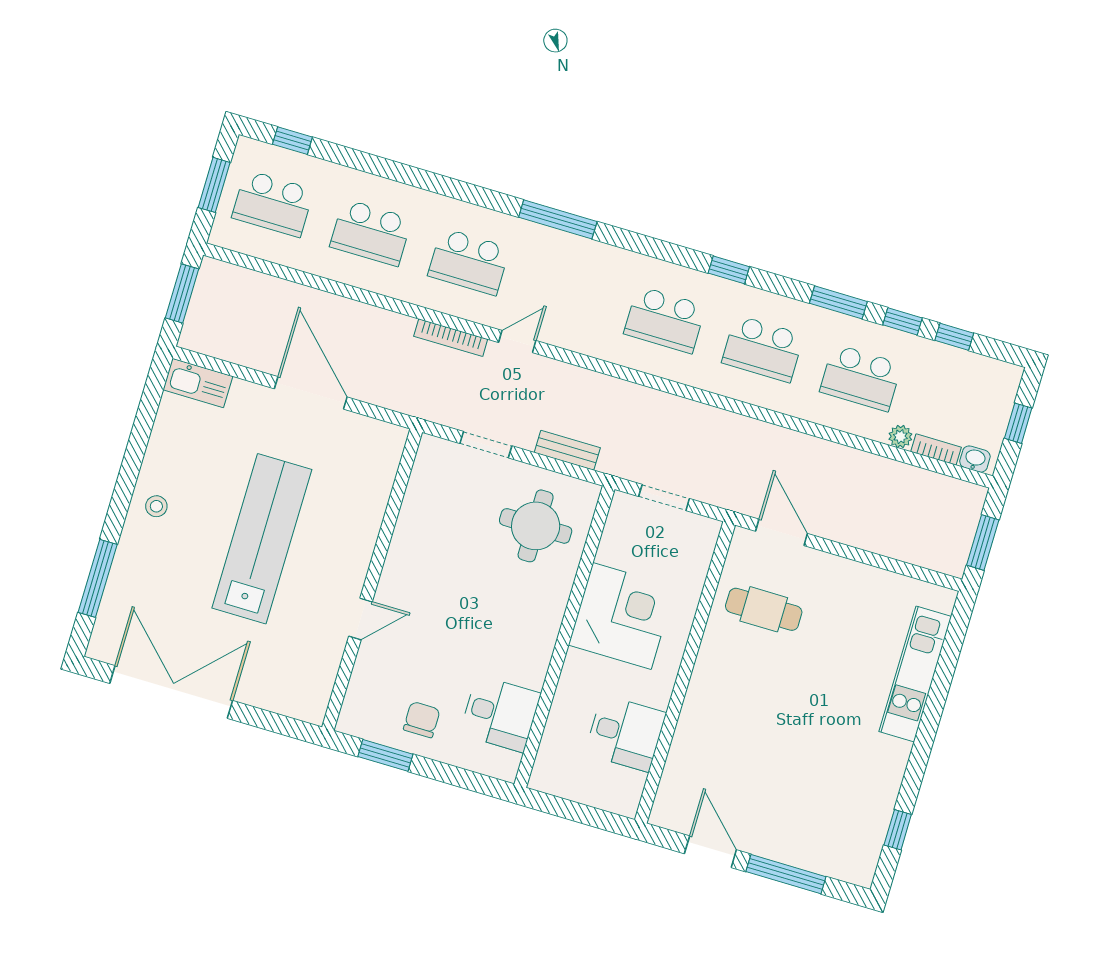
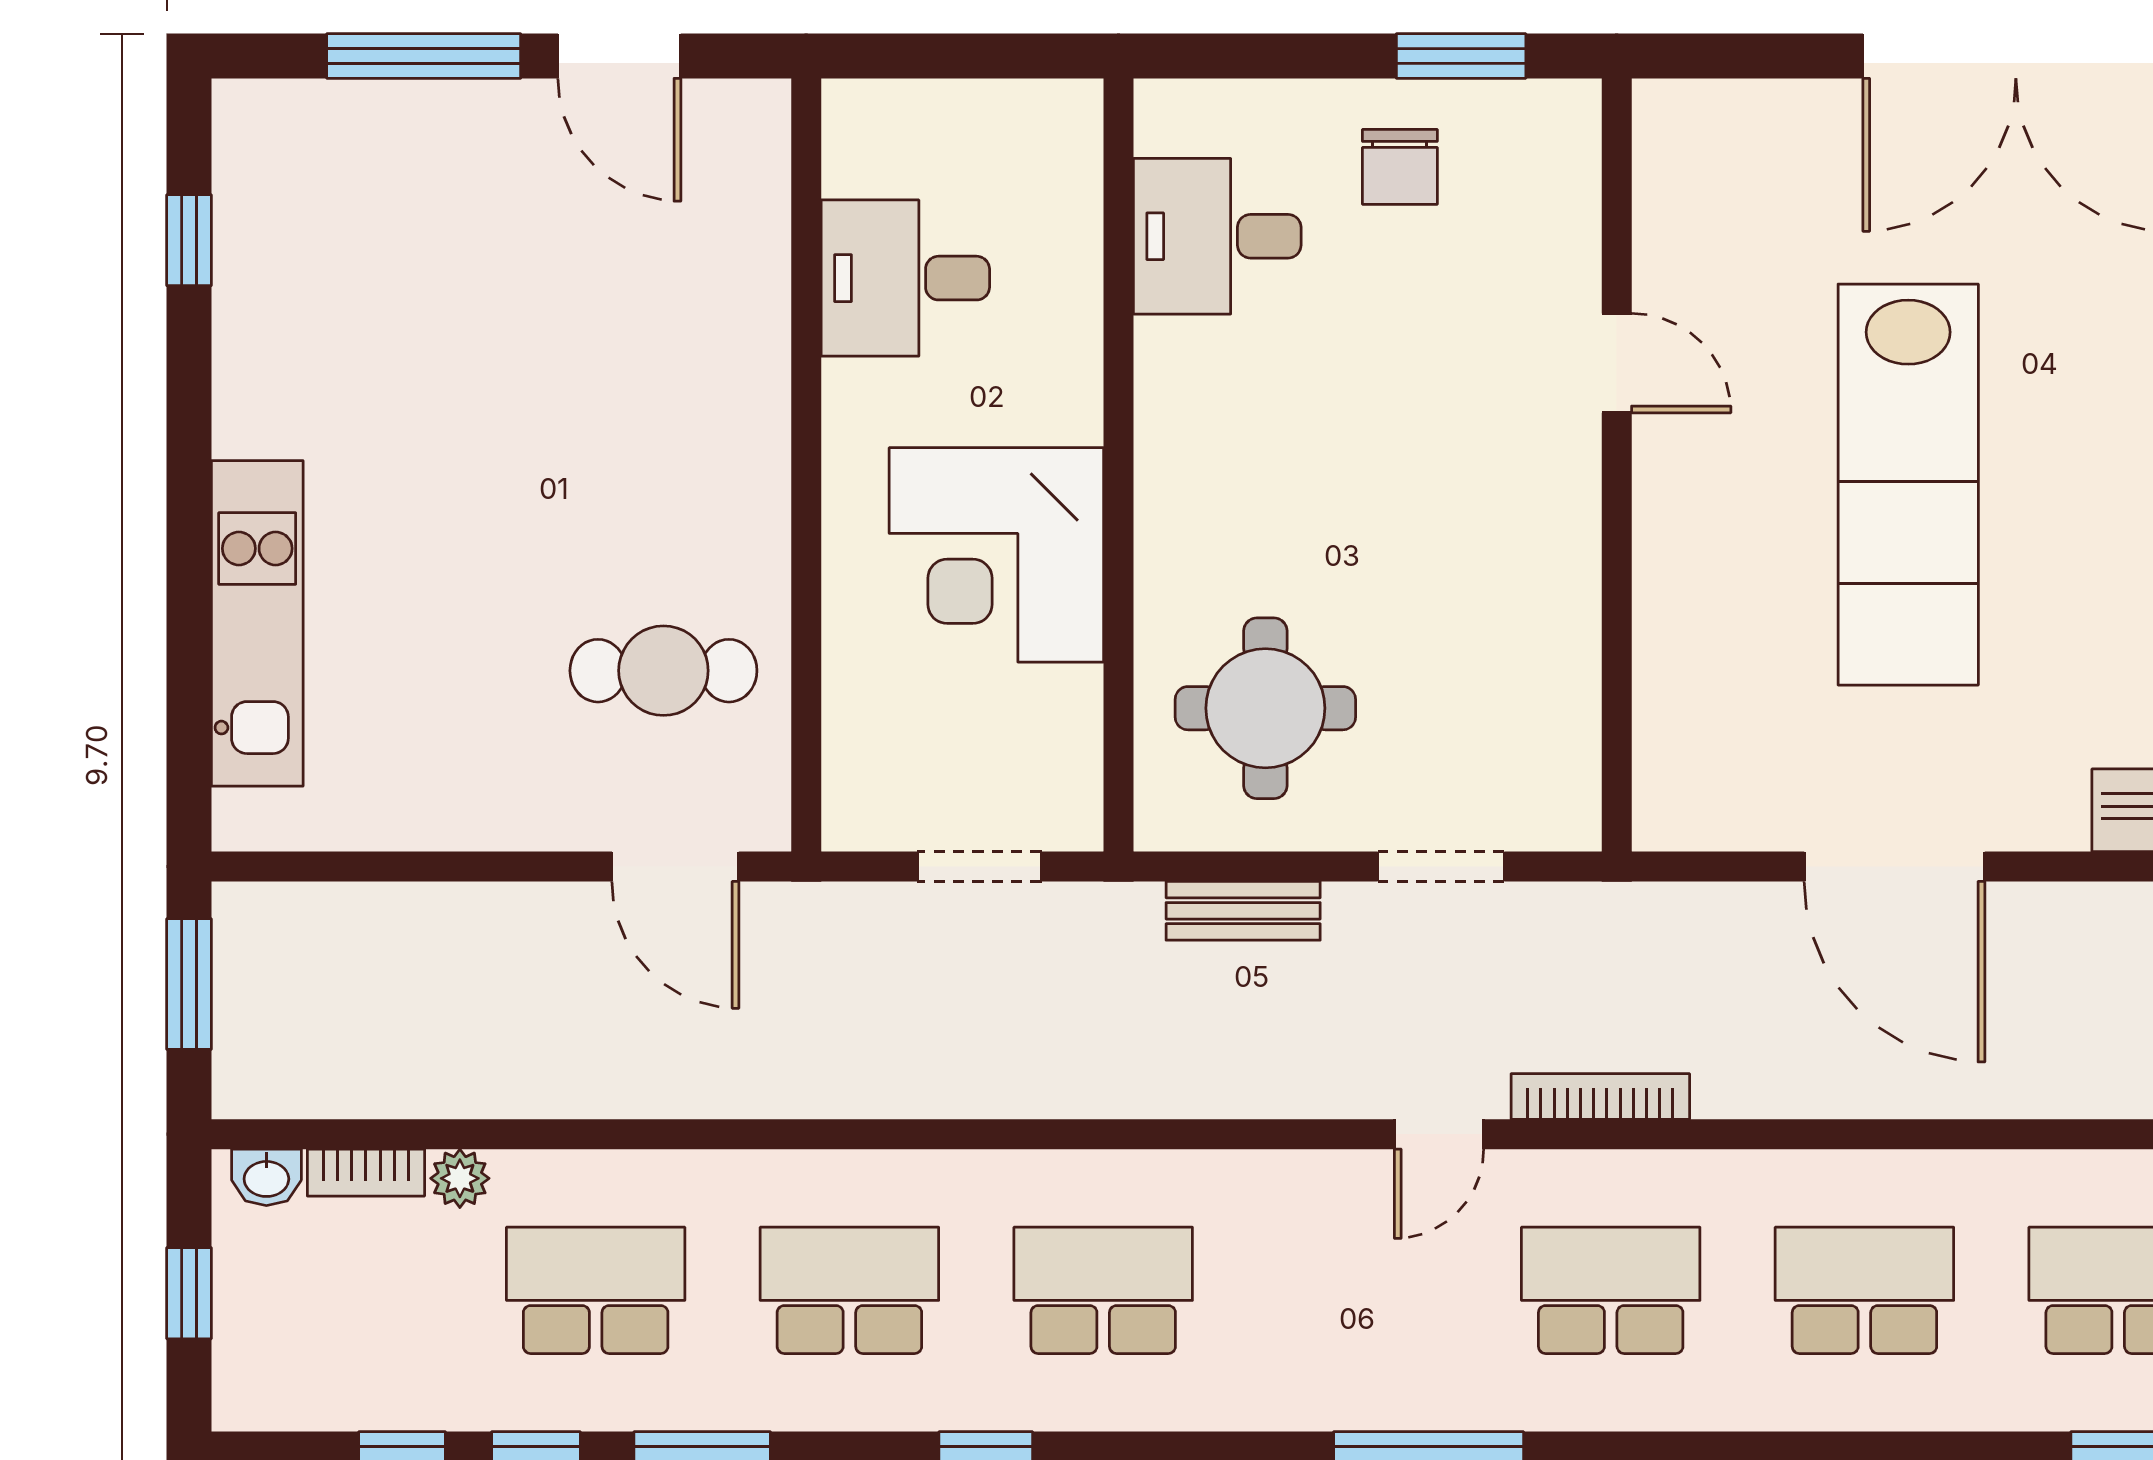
door: (360, 619) -> (1617, 363), swing flipped

